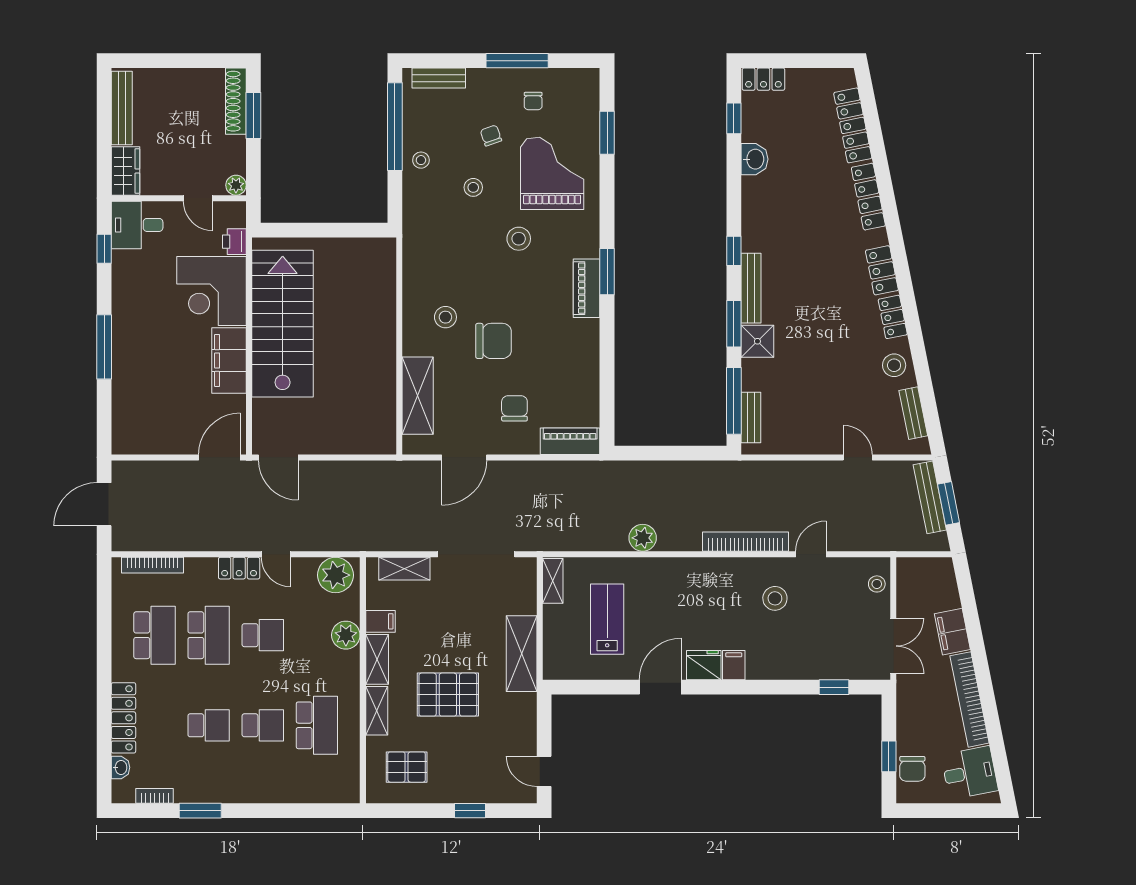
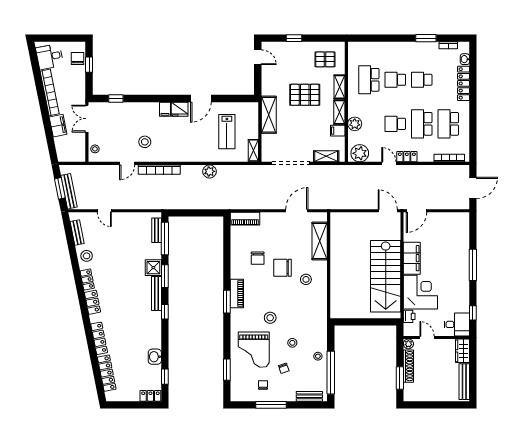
shoe rack: (236, 101) -> (408, 366), moved
chair: (514, 408) -> (258, 258), moved

